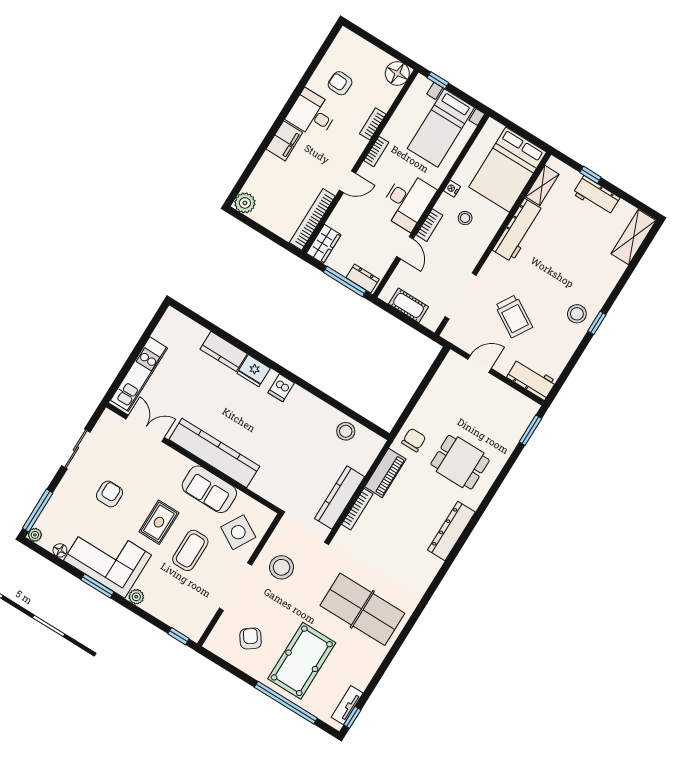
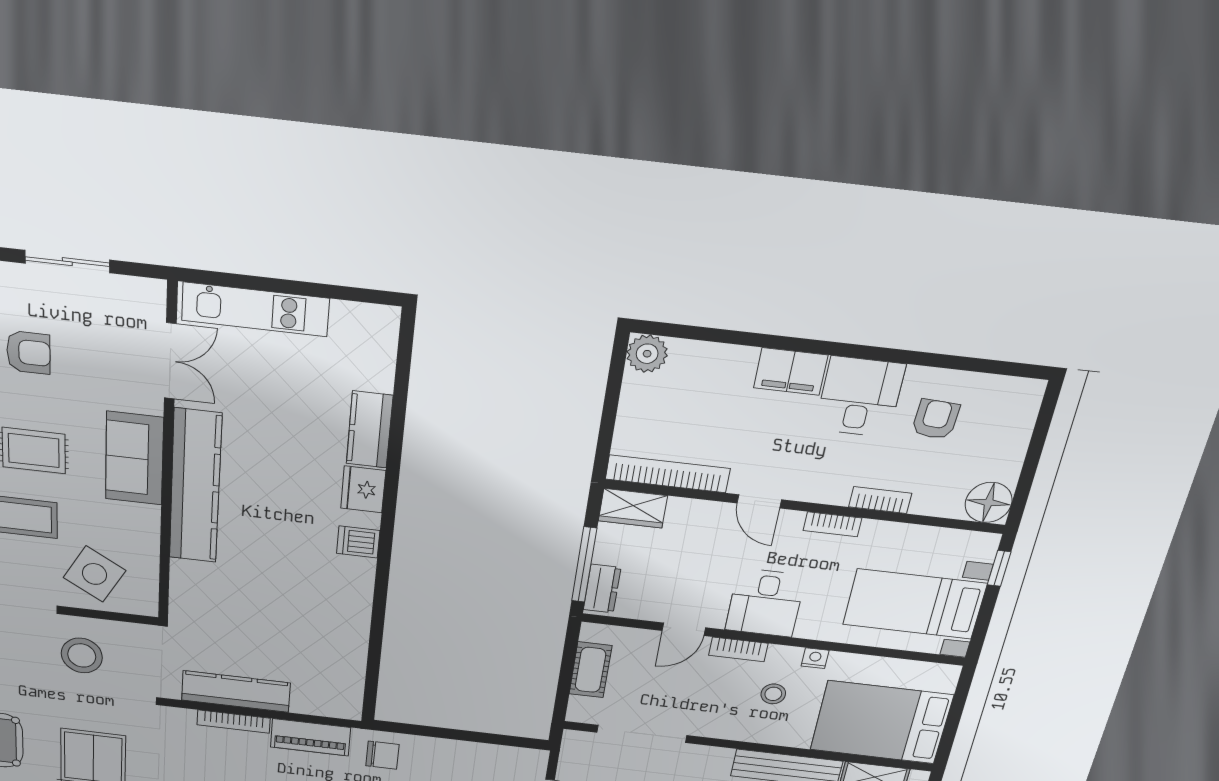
desk: (407, 201) -> (765, 603), width x0.73
stool: (346, 431) -> (342, 660), removed
sofa: (209, 489) -> (134, 458), moved

